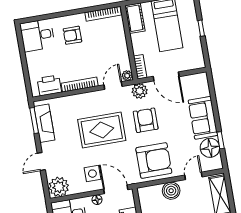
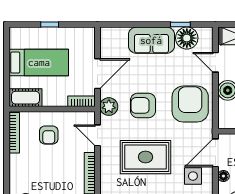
armchair: (72, 35) -> (49, 135), moved
plant: (127, 76) -> (89, 118), removed
rug: (102, 130) -> (145, 157), turned 90

